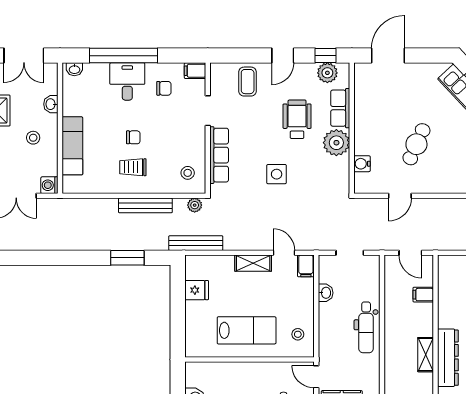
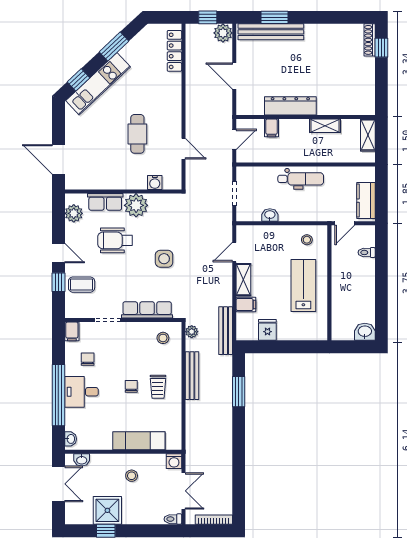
window: (326, 56) -> (58, 282), moved
washbasin: (51, 104) -> (82, 460), moved
cafe table: (416, 144) -> (137, 134), turned 66
filing cabinet: (306, 266) -> (246, 305), moved
dresser: (448, 358) -> (290, 106), moved

